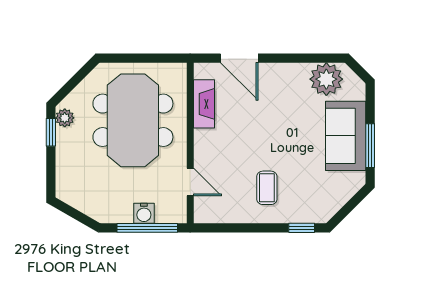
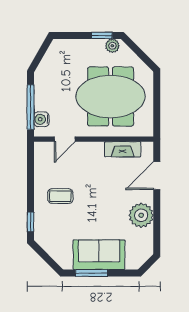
plant: (326, 79) -> (141, 215), moved
water cooler: (144, 213) -> (41, 119), moved

